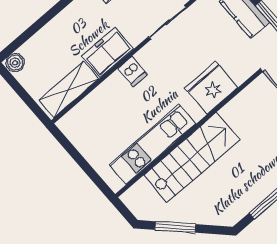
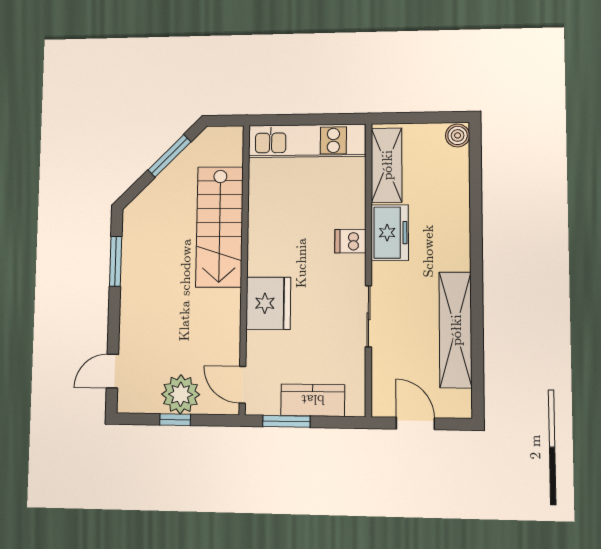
kitchen unit: (153, 144) -> (307, 141), moved, turned 90

